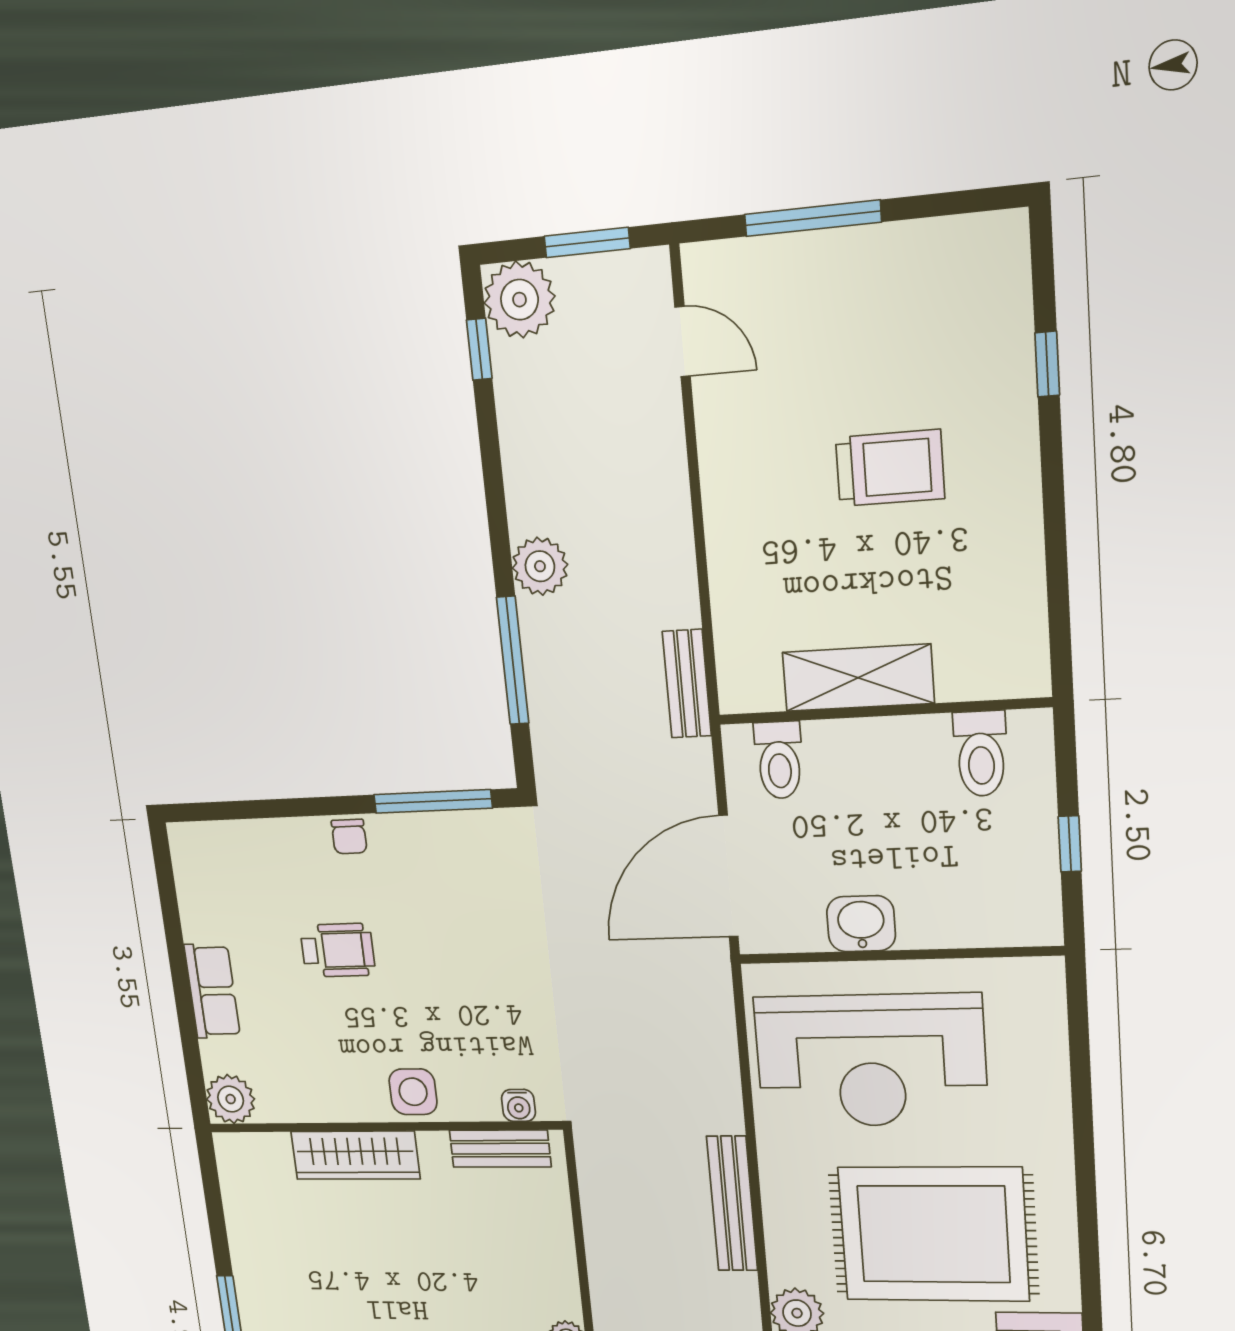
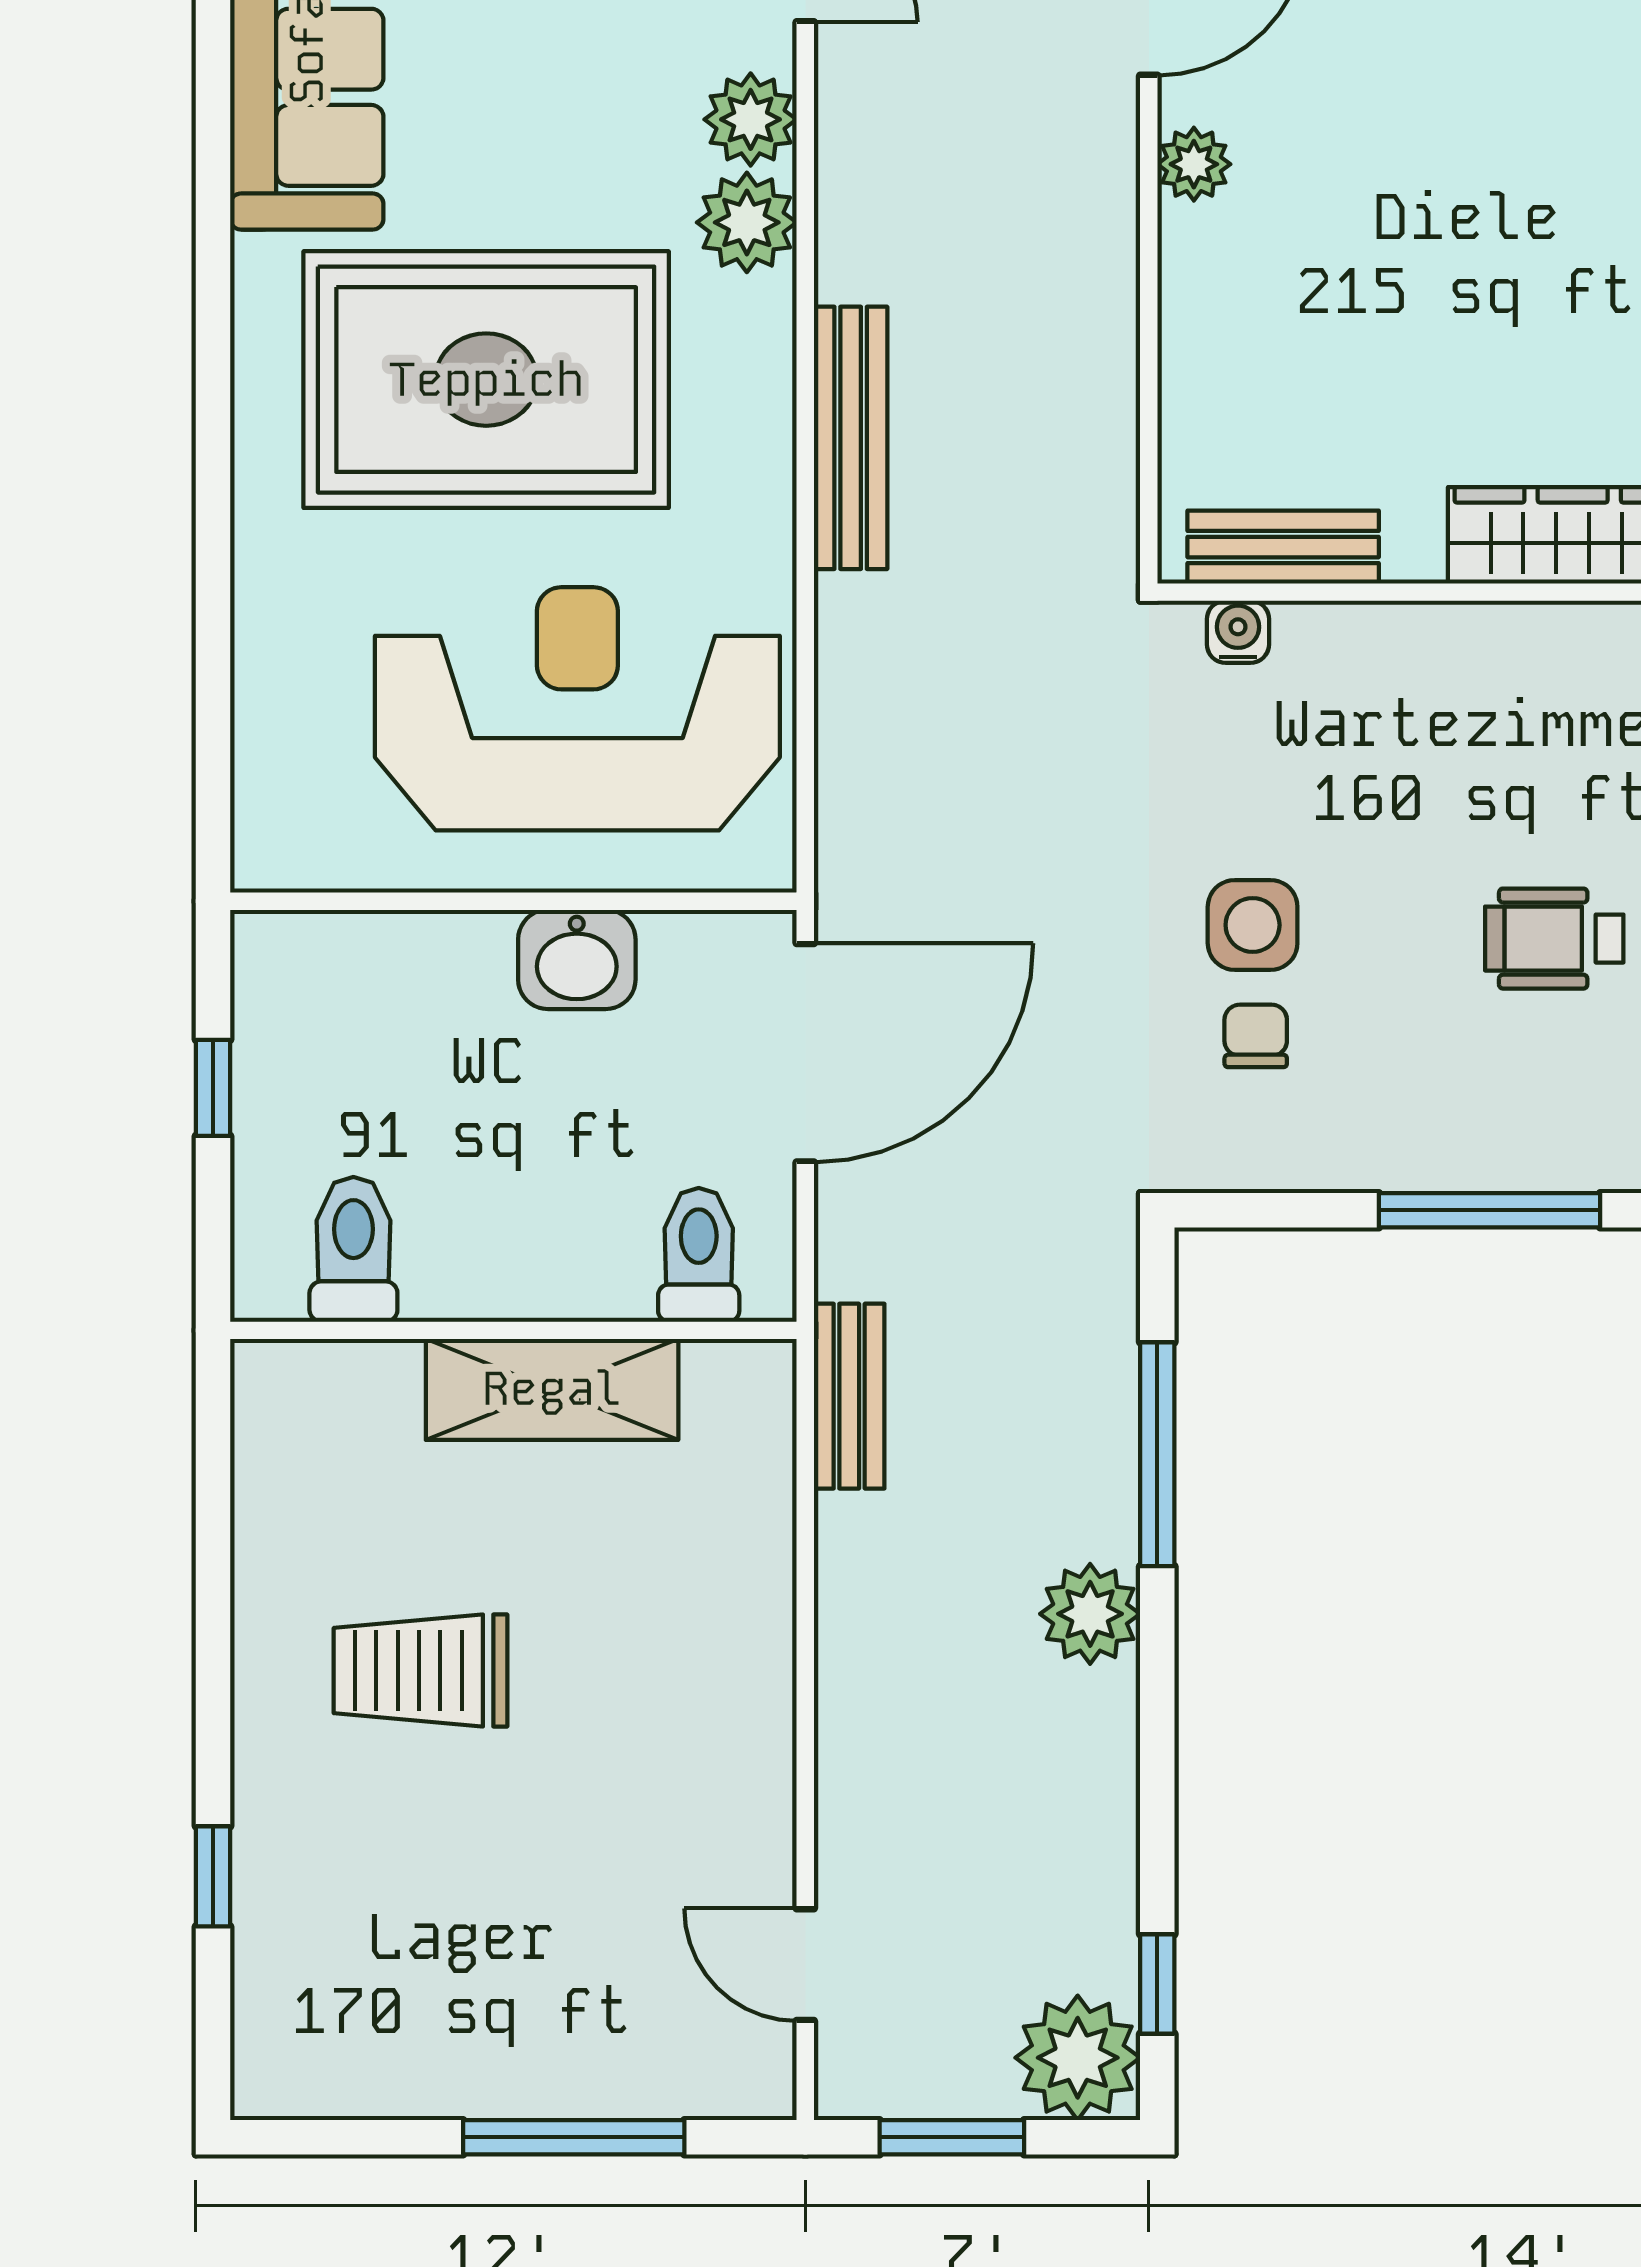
trolley: (890, 468) -> (420, 1671), moved
window: (433, 801) -> (1490, 1210), moved
chair: (349, 836) -> (1256, 1036), moved
side table: (413, 1092) -> (1253, 925), moved

